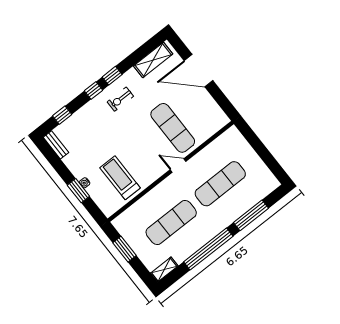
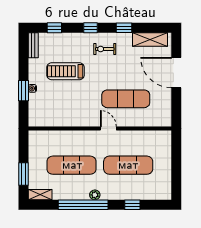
window: (112, 76) -> (124, 28), moved
exercise mat: (173, 128) -> (126, 99), turned 90
treadmill: (120, 178) -> (66, 71), moved, turned -90
window: (251, 215) -> (132, 205), width x0.46
plant: (212, 232) -> (95, 195), added
window: (125, 249) -> (24, 174), moved

